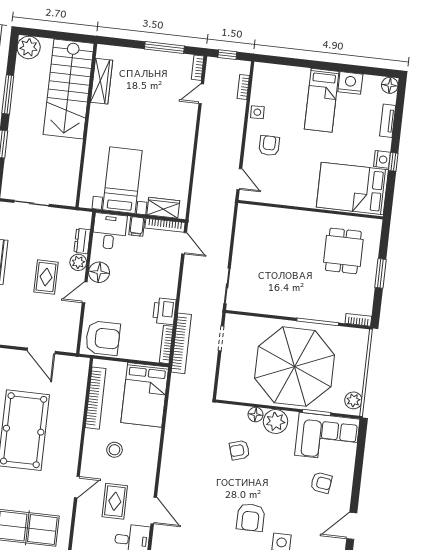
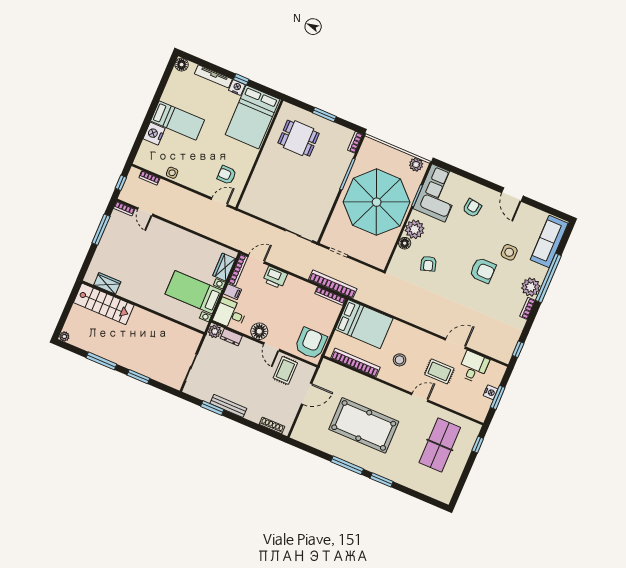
plant: (29, 47) -> (64, 336), width x0.53, depth x0.53
wardrobe: (102, 81) -> (107, 283), width x0.67
nightstand: (350, 83) -> (154, 134), moved
stairs: (69, 89) -> (104, 304), width x0.73, depth x0.66
tv unit: (388, 121) -> (213, 76), width x1.41
armchair: (269, 146) -> (227, 175), moved
plant: (78, 262) -> (215, 331), moved
rug: (46, 277) -> (285, 370), moved, turned 90
printer: (164, 311) -> (275, 277), moved
door: (77, 487) -> (420, 397), hinge flipped

